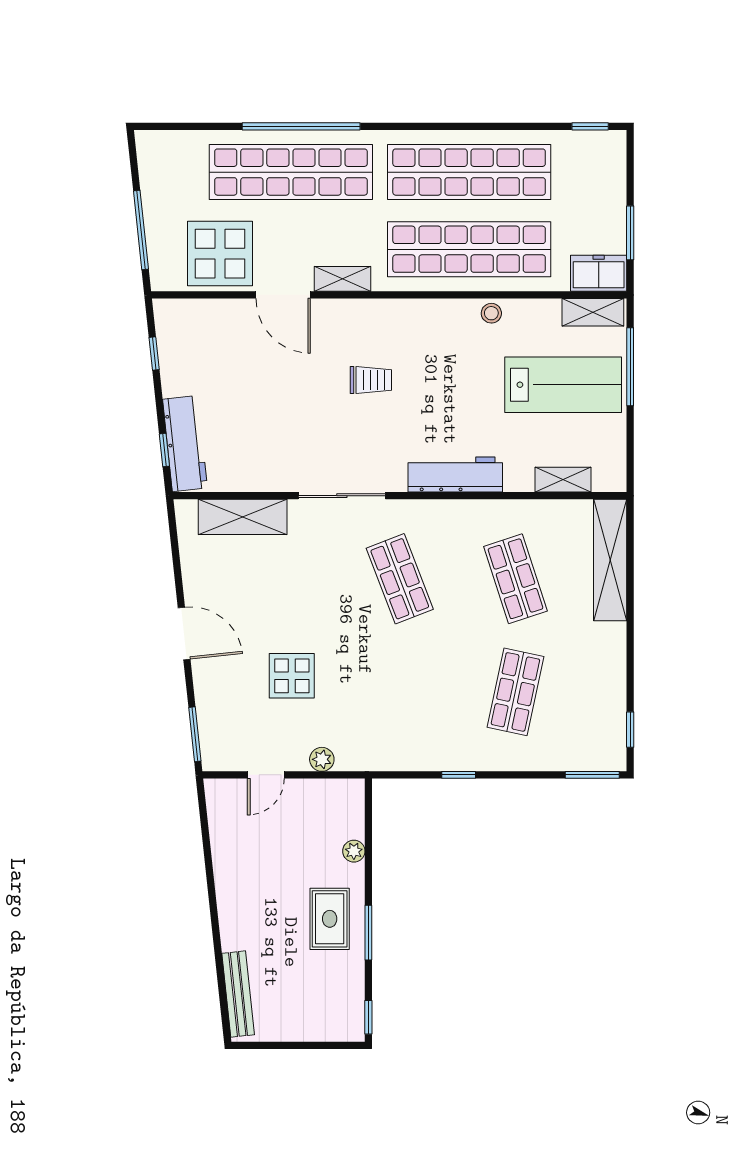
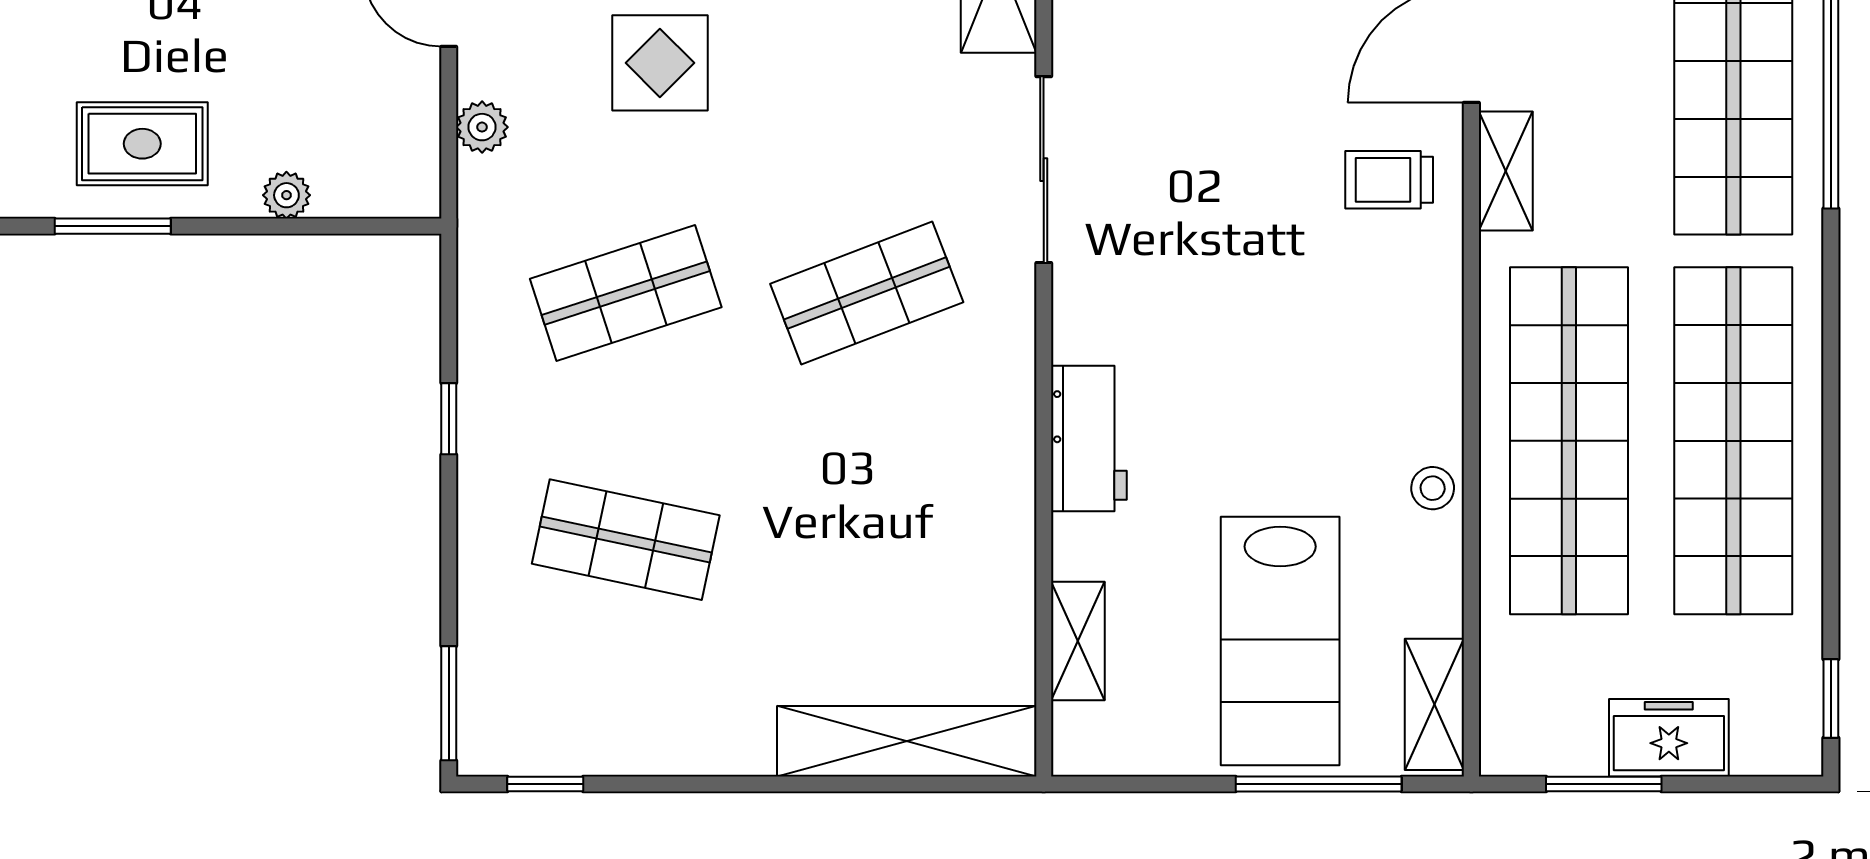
freezer: (599, 273) -> (1669, 738), moved, turned -90
trolley: (371, 380) -> (1389, 180), moved, turned 90
workbench: (455, 475) -> (1089, 439), width x0.73
shop shelf: (515, 579) -> (626, 293), moved

